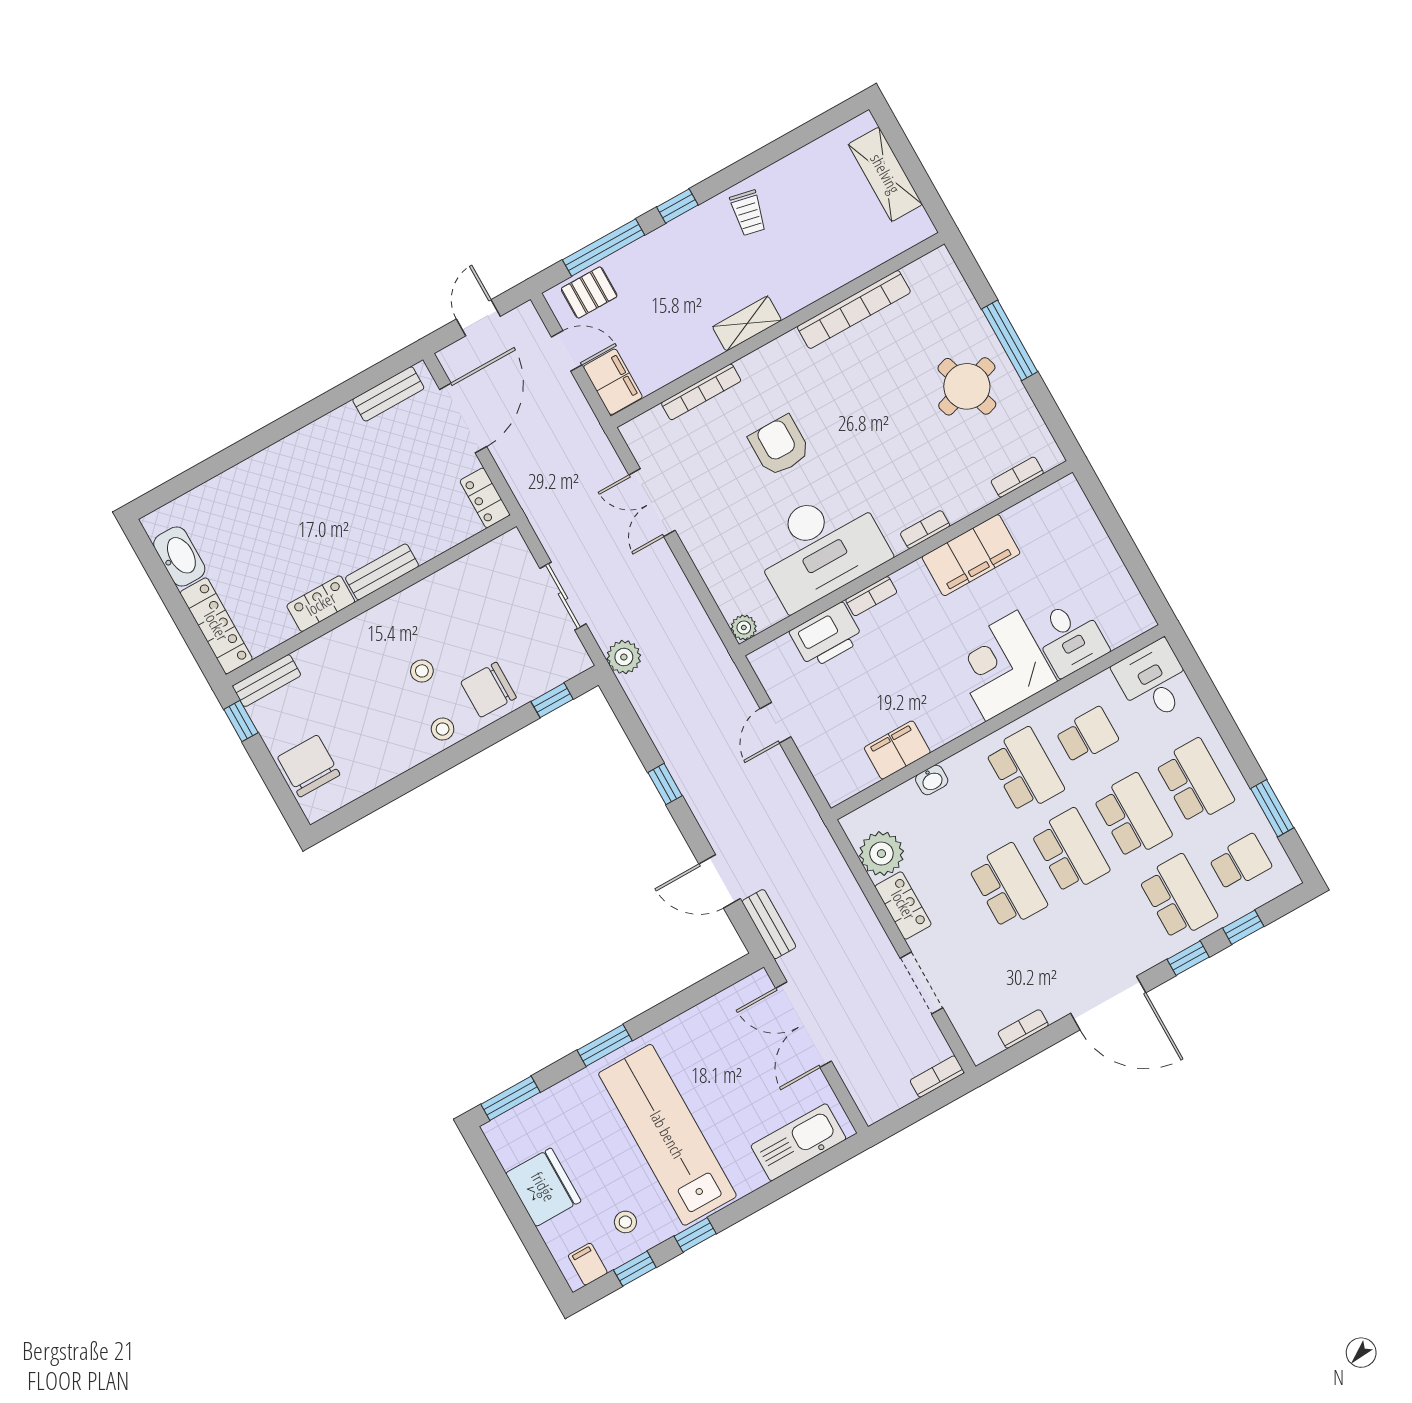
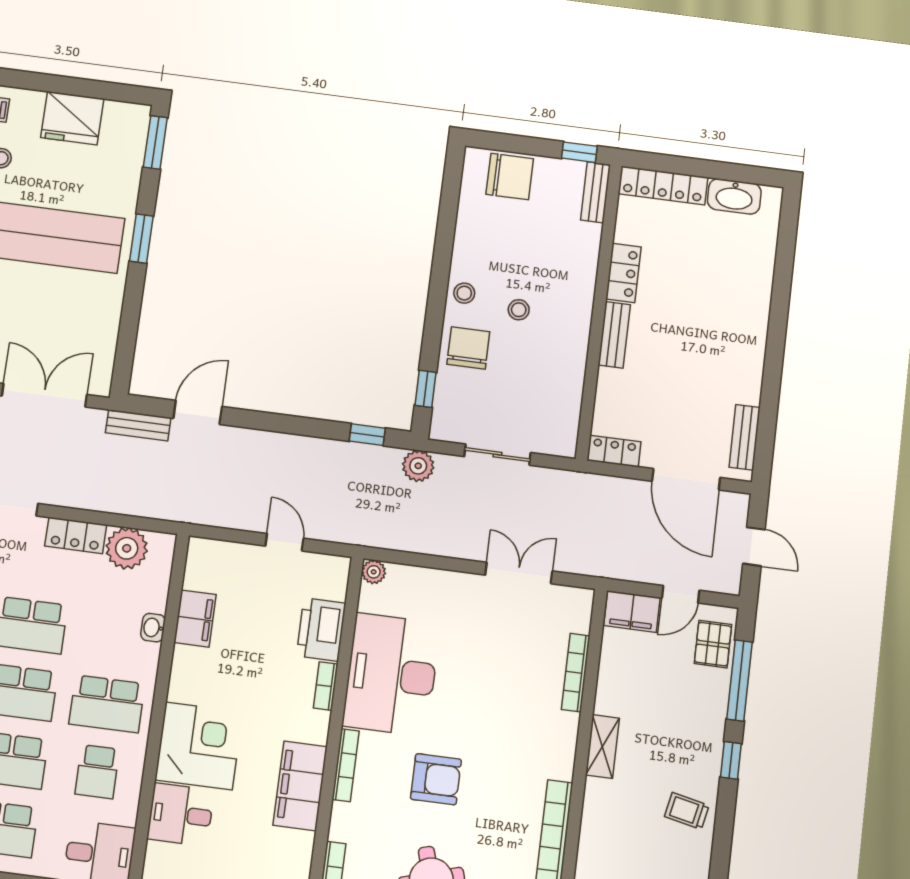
armchair: (780, 446) -> (436, 779), moved
bookcase: (925, 530) -> (346, 765), width x1.56
window: (665, 784) -> (367, 435), moved

